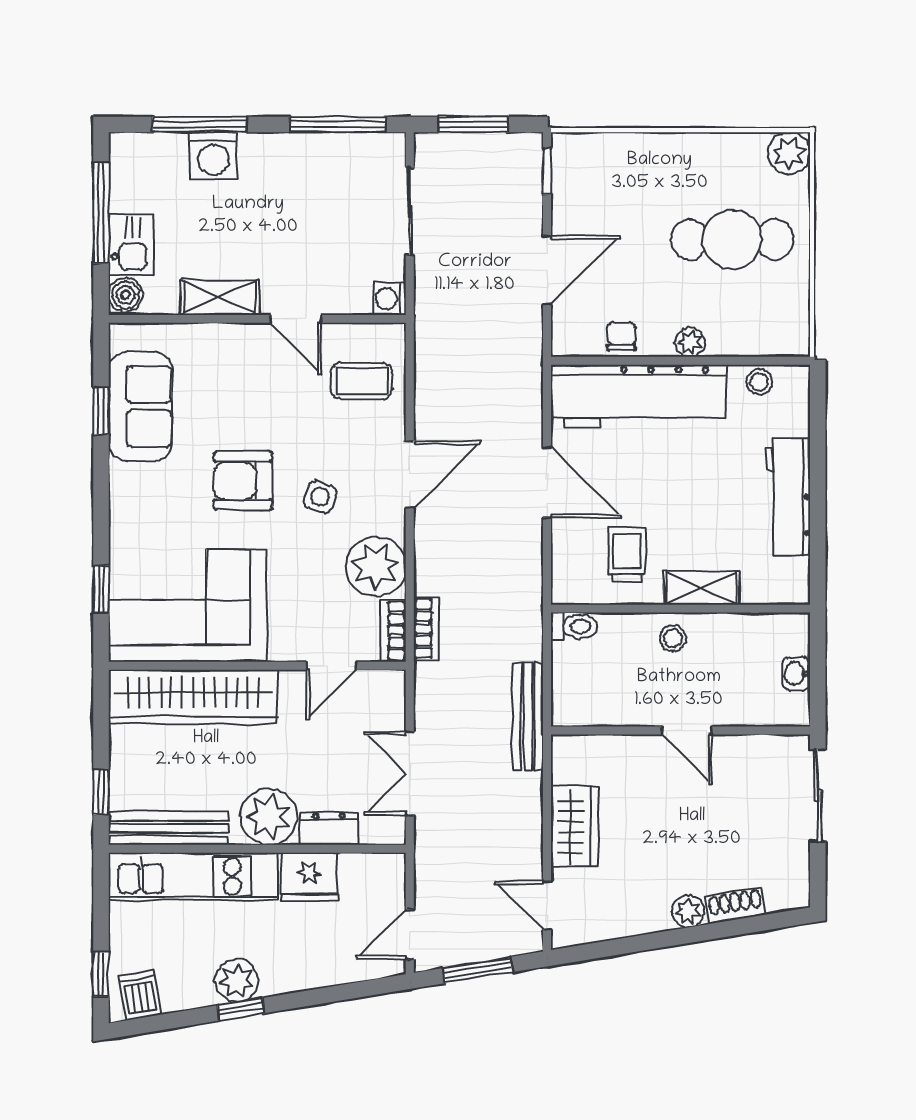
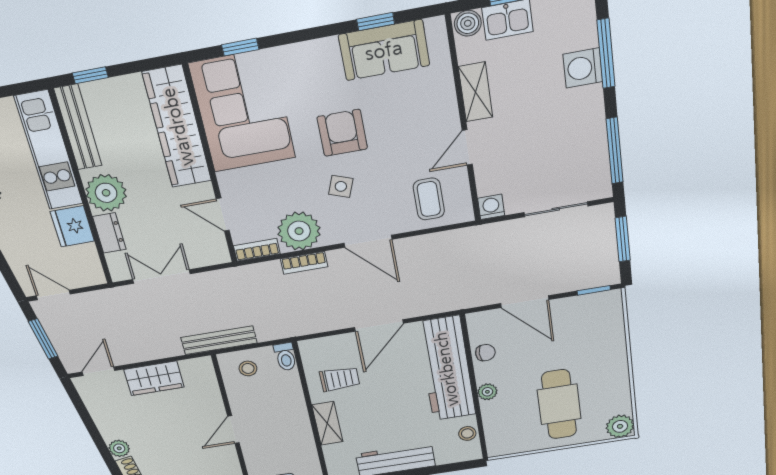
bookcase: (426, 628) -> (304, 263), moved
stool: (673, 638) -> (248, 368), moved

